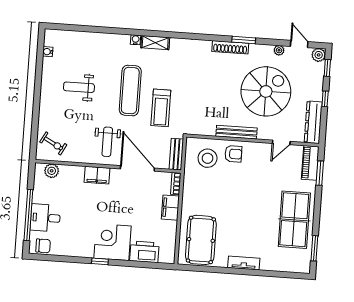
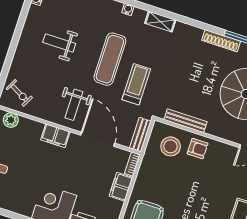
shelving: (155, 43) -> (160, 22), moved
treadmill: (161, 108) -> (136, 84), turned 180
bench: (236, 132) -> (185, 121), moved

